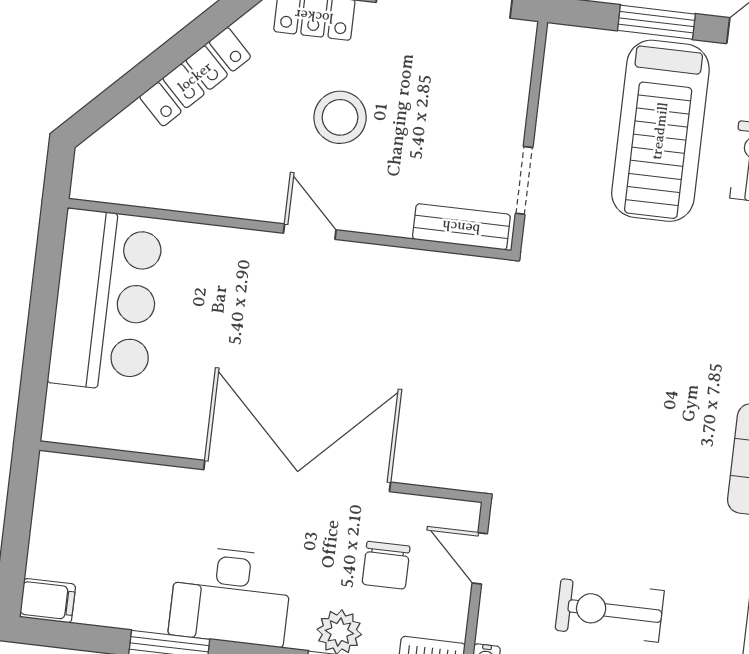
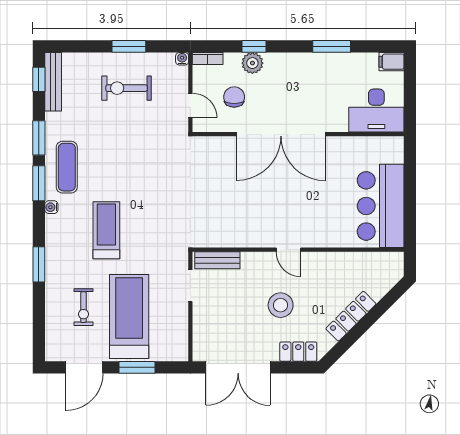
treadmill: (687, 317) -> (106, 230), added
desk: (231, 596) -> (376, 111), moved, turned 180
exercise bike: (610, 610) -> (126, 88), turned 180

